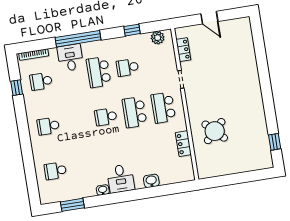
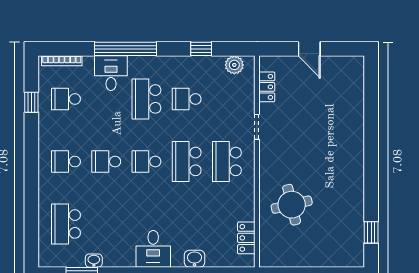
school desk: (77, 121) -> (106, 161), added
round table: (215, 131) -> (292, 205), turned 32
locker: (183, 144) -> (246, 238), moved
school desk: (55, 171) -> (66, 224), width x1.85
washbasin: (103, 190) -> (94, 261), moved

